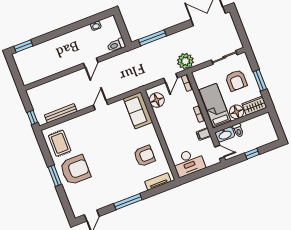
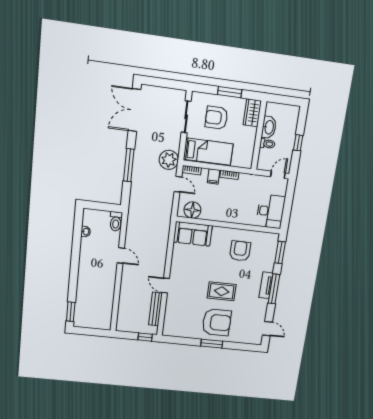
window: (152, 38) -> (129, 165), moved
armchair: (236, 80) -> (216, 118), turned 180
door: (101, 105) -> (166, 286), moved
bed: (215, 106) -> (208, 152), moved, turned 180
floor lamp: (237, 112) -> (248, 135), removed
filing cabinet: (204, 134) -> (214, 176), moved
washbasin: (225, 134) -> (269, 127), moved
rug: (60, 143) -> (222, 291), moved
armchair: (75, 170) -> (217, 322), turned 90
tv unit: (158, 181) -> (266, 285), moved
window: (160, 189) -> (280, 253), added

